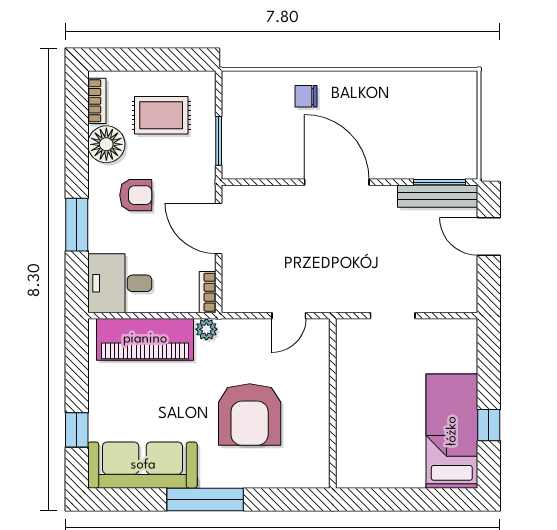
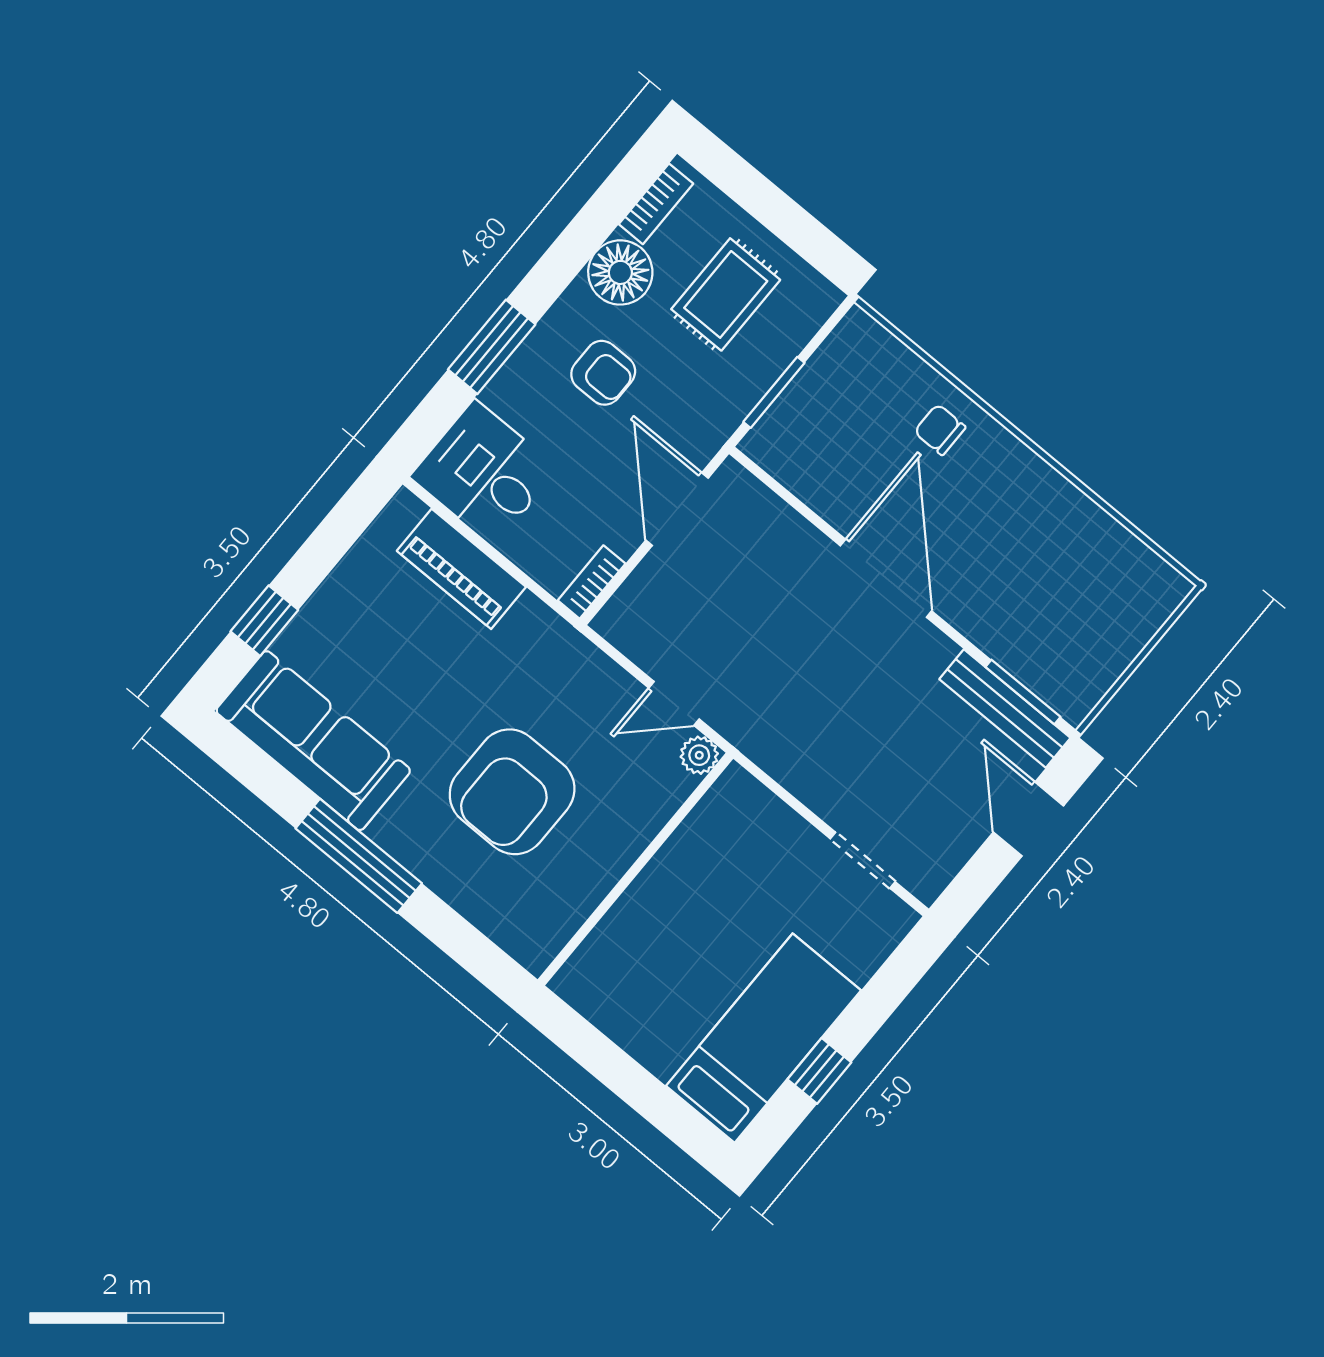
rug: (161, 115) -> (726, 294), turned 90
doorway: (393, 316) -> (863, 860), moved
plant: (206, 329) -> (699, 755), moved
piano: (145, 339) -> (461, 569), width x0.73, depth x0.75

